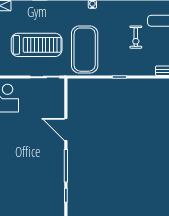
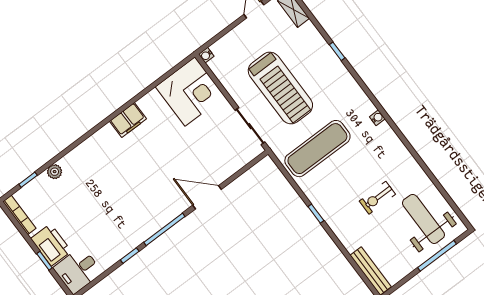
exercise mat: (85, 50) -> (317, 149), width x0.68
door: (66, 129) -> (207, 197), hinge flipped

